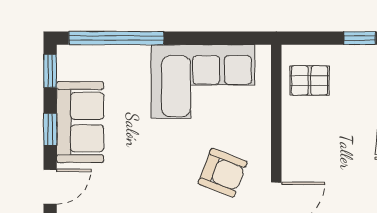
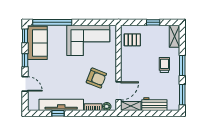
sofa: (80, 122) -> (37, 43), moved
door: (50, 187) -> (25, 84), hinge flipped

